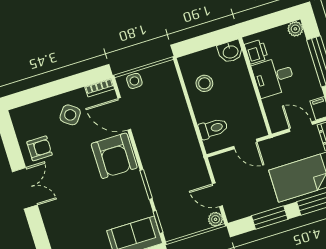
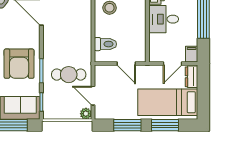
door: (301, 127) -> (173, 64), swing flipped
armchair: (114, 156) -> (19, 64), moved
cafe table: (180, 179) -> (69, 75), added

